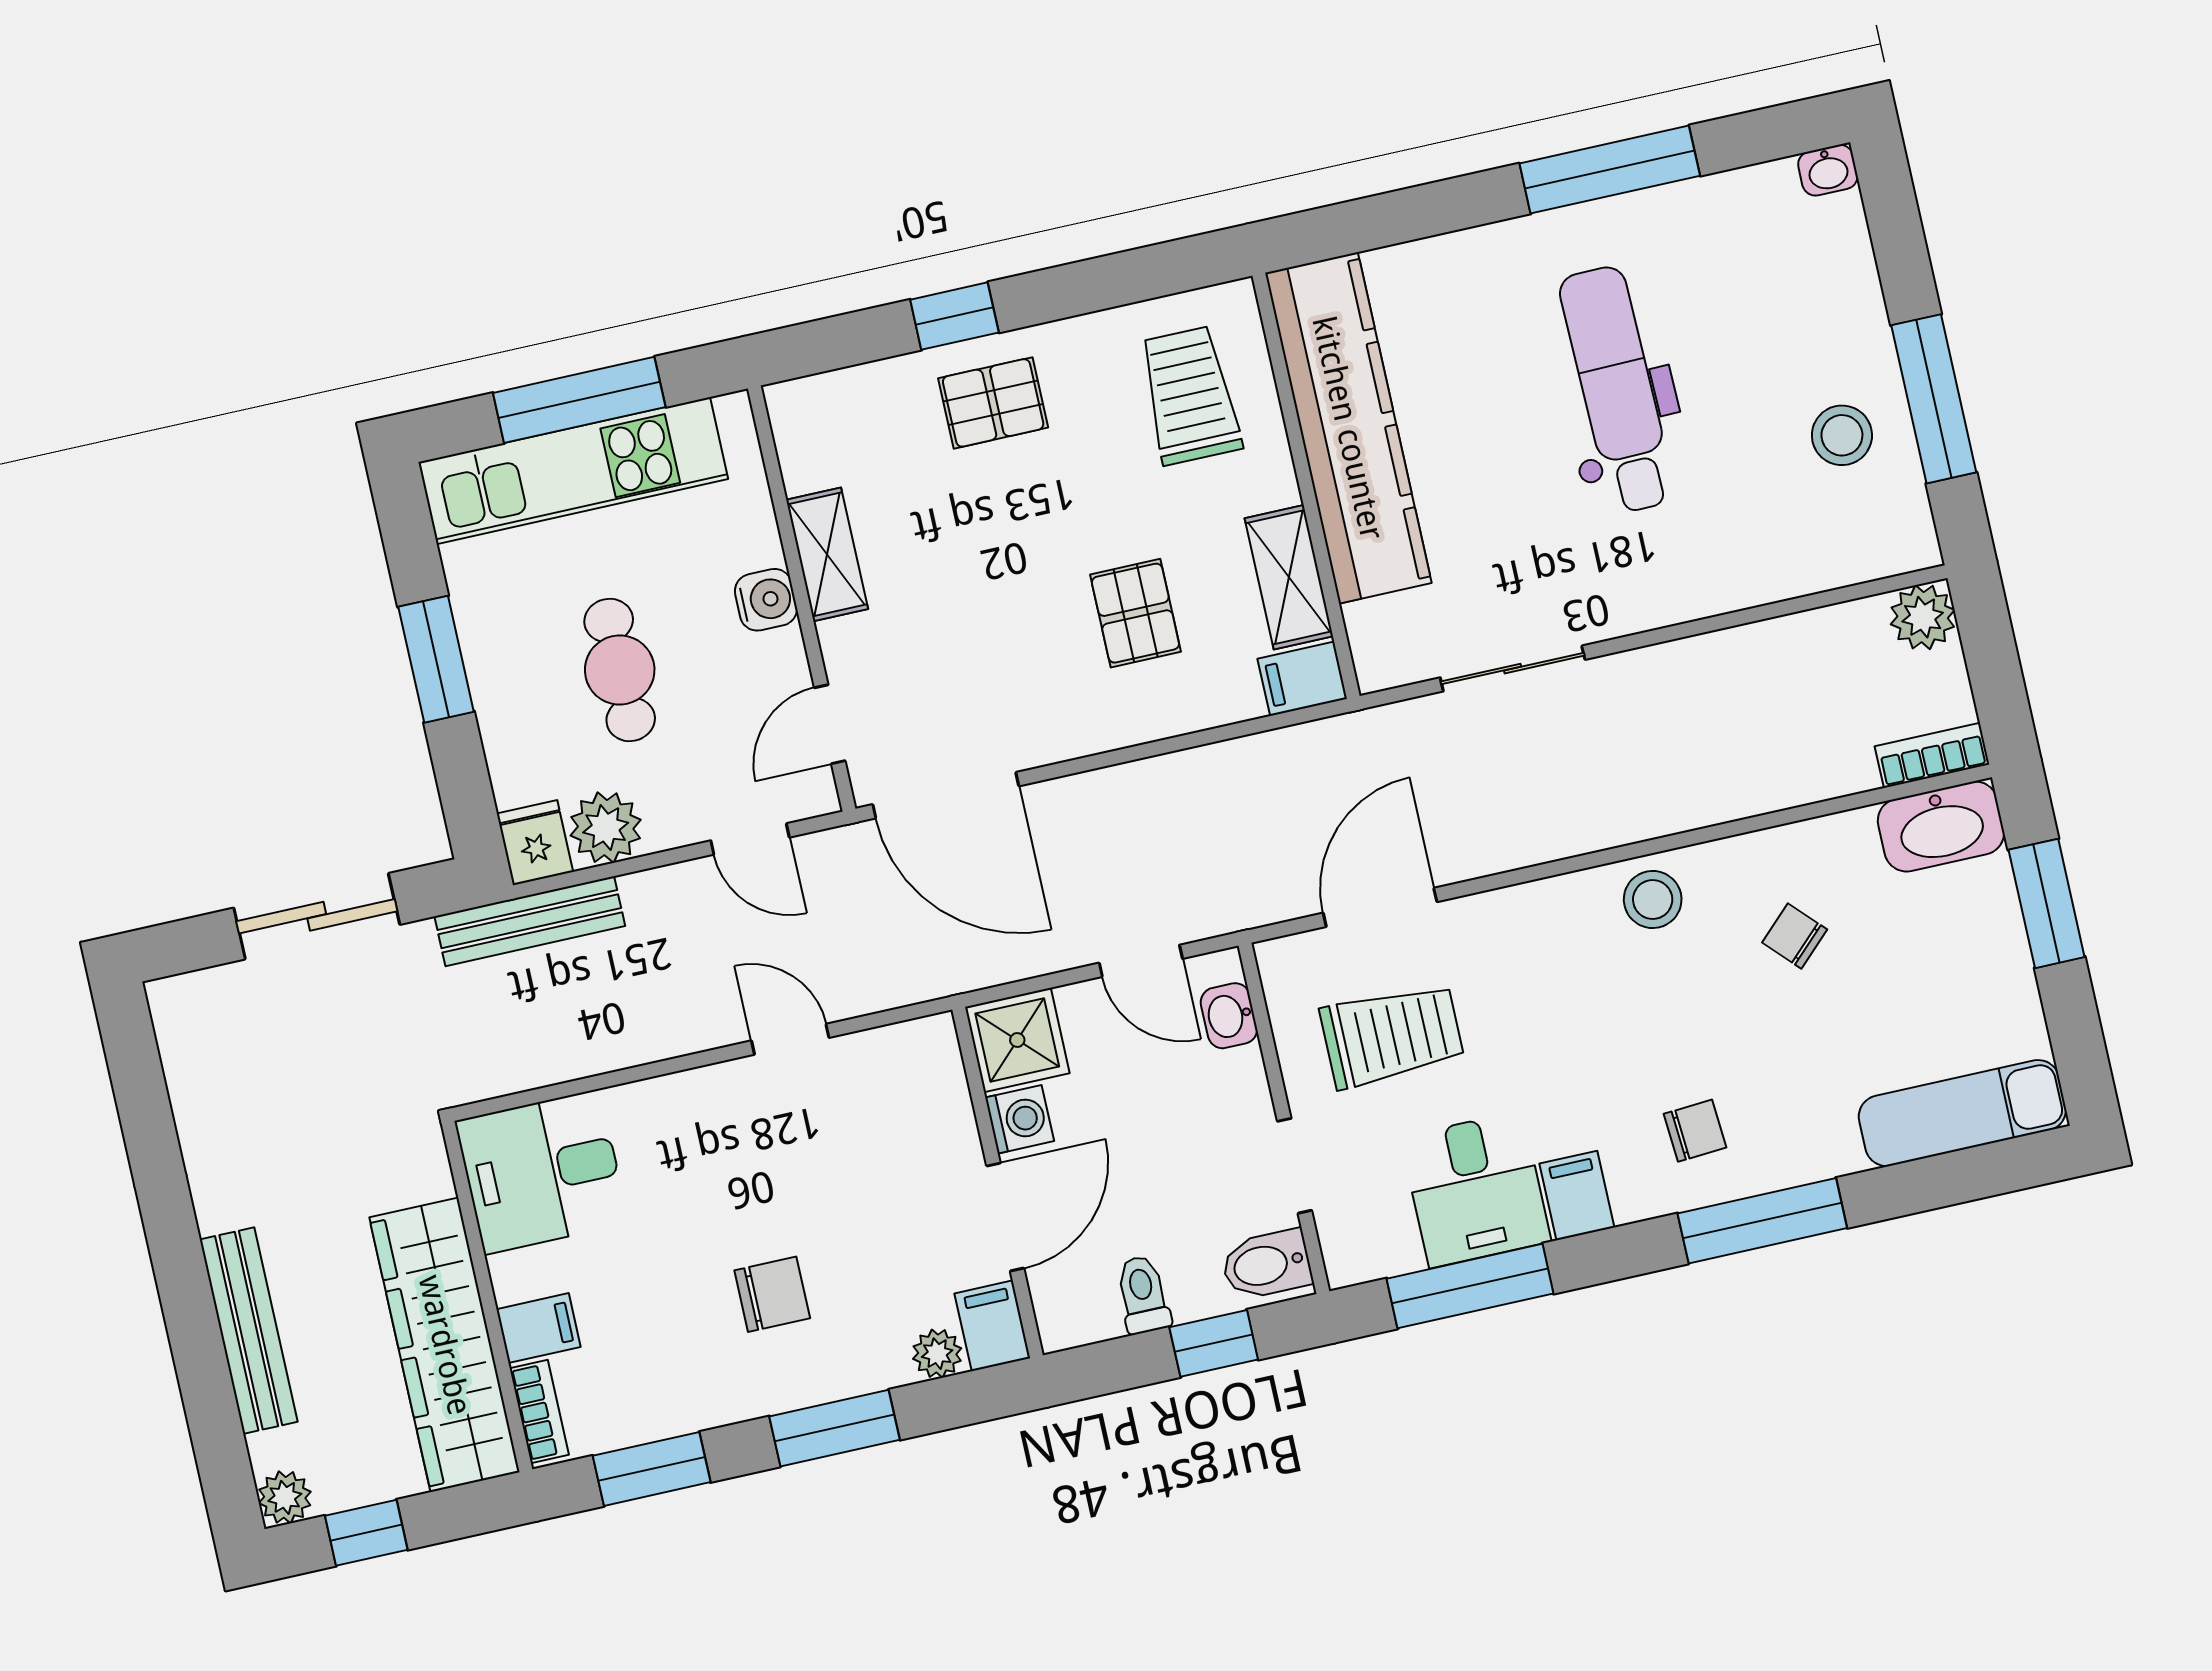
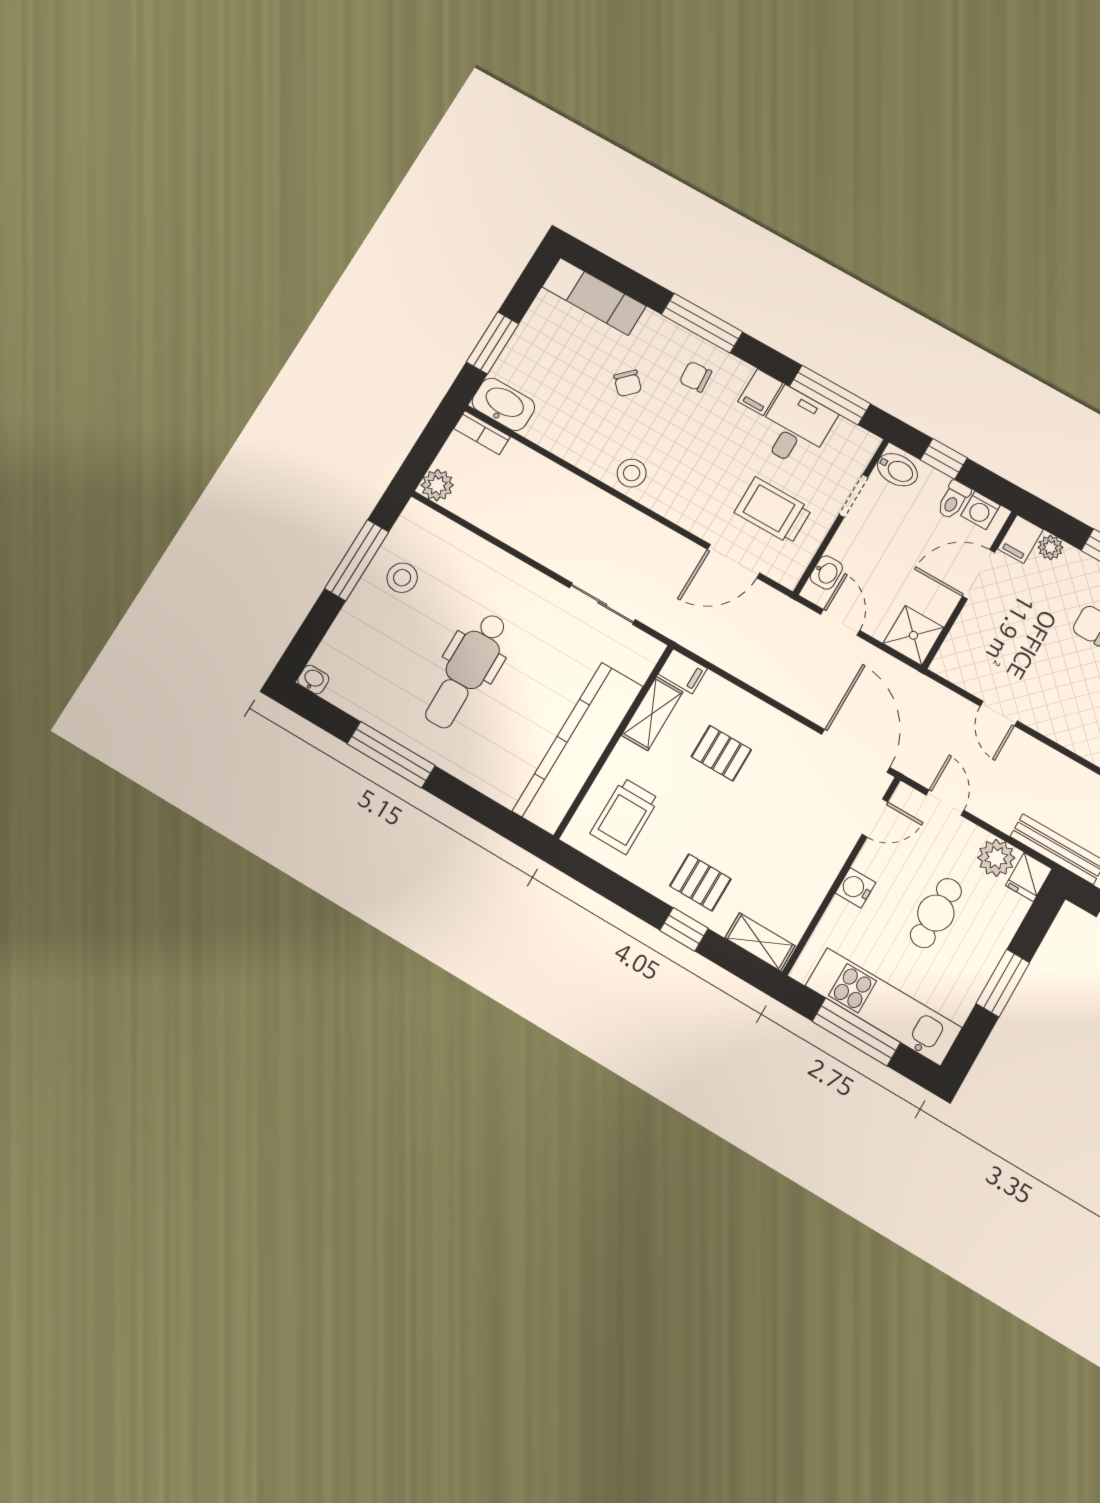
shelving: (827, 554) -> (760, 942), moved, turned 90
pallet: (1135, 613) -> (721, 753), turned 90
chair: (1795, 936) -> (628, 383), moved
washing machine: (1020, 1119) -> (981, 510), moved, turned -90

